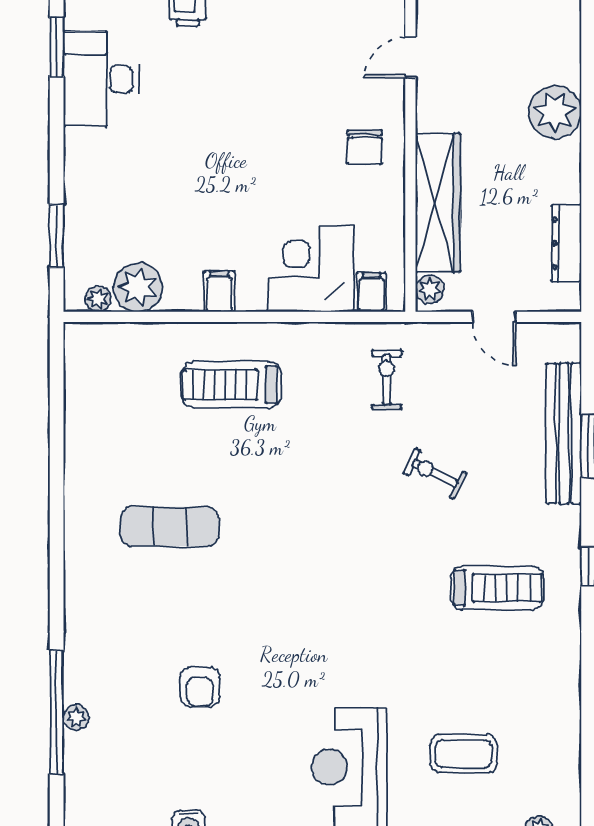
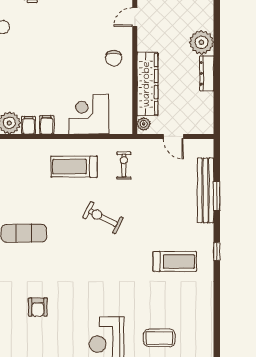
dresser: (566, 243) -> (207, 73), moved
filing cabinet: (371, 292) -> (29, 125), moved
treadmill: (231, 385) -> (74, 167), moved
exercise bike: (435, 473) -> (103, 218), moved, width x1.38, depth x1.39

